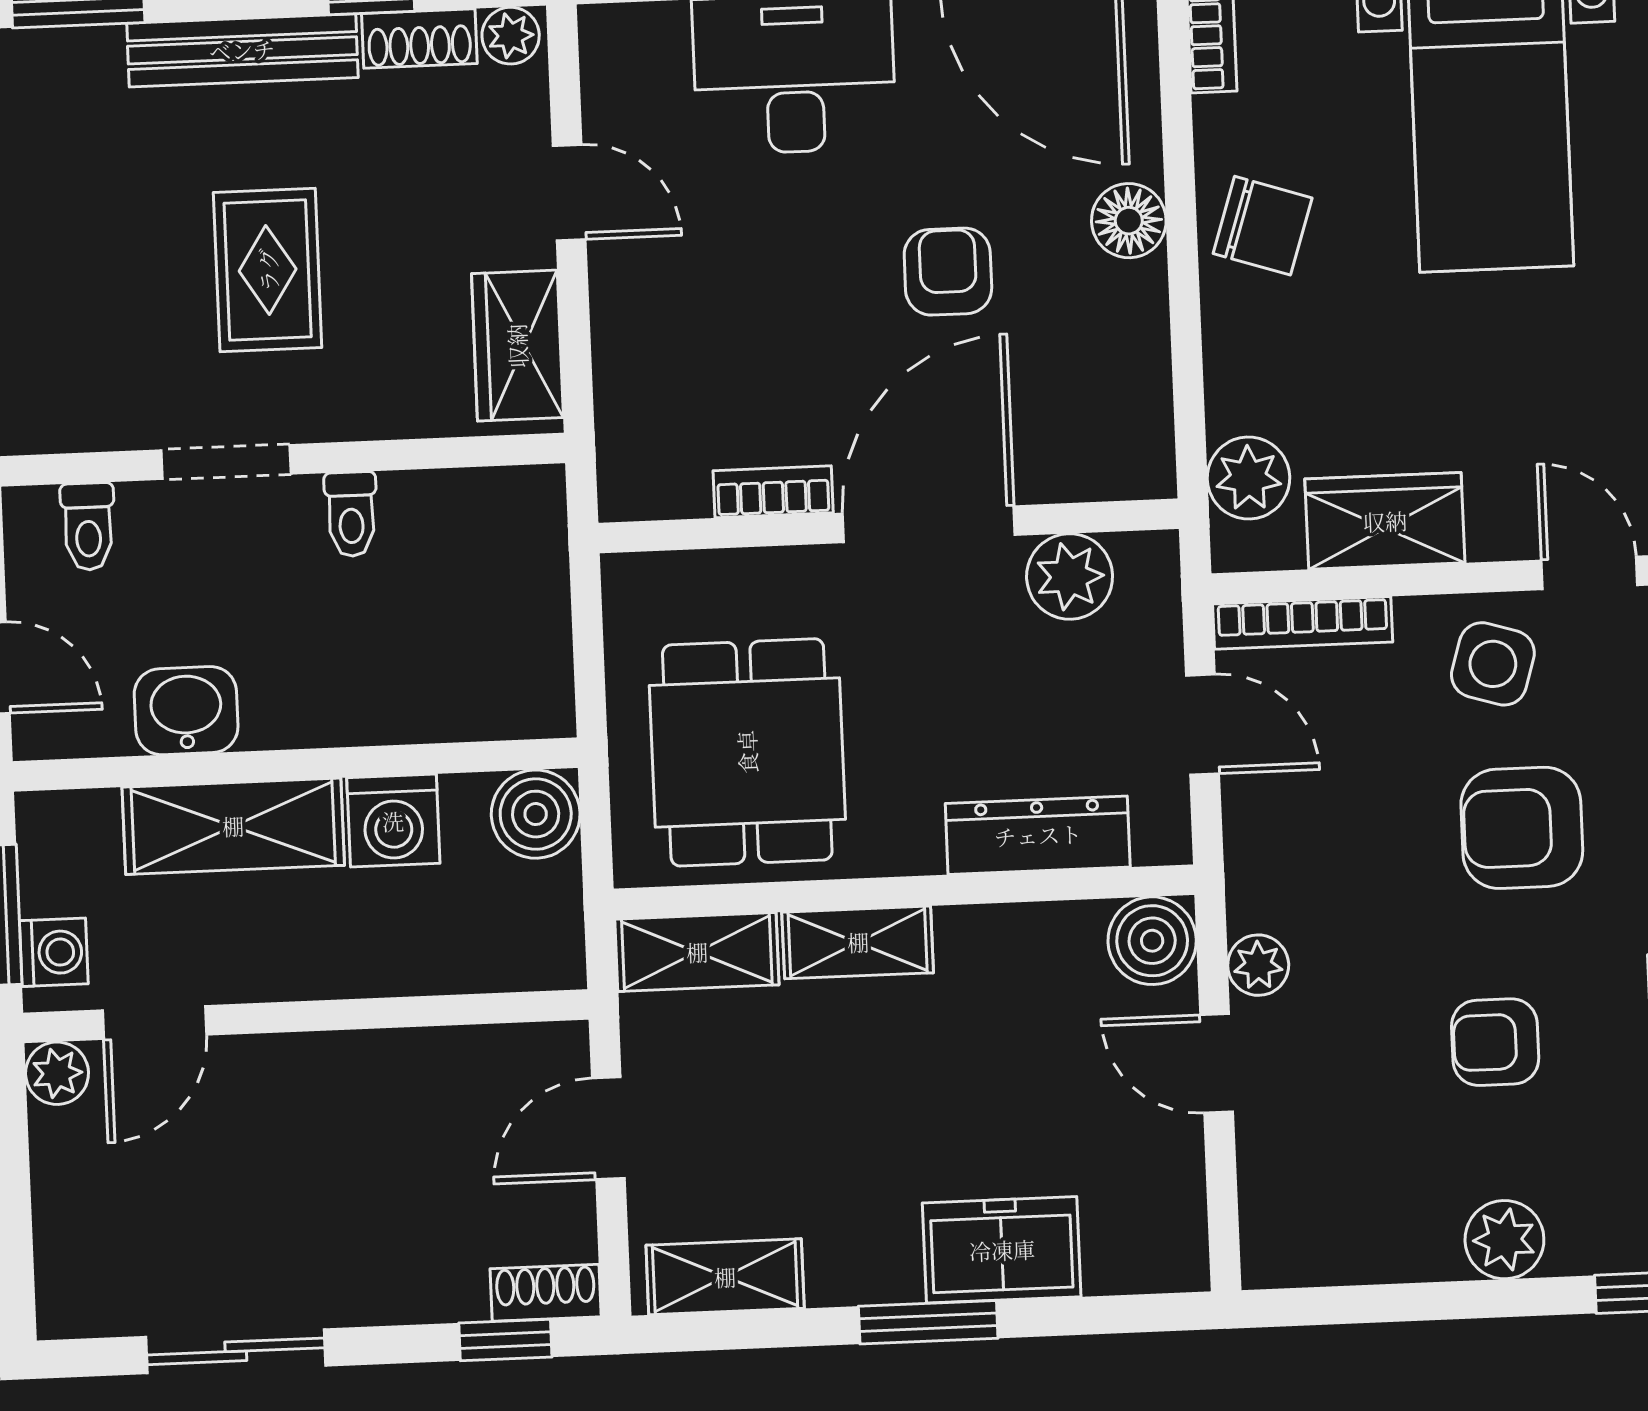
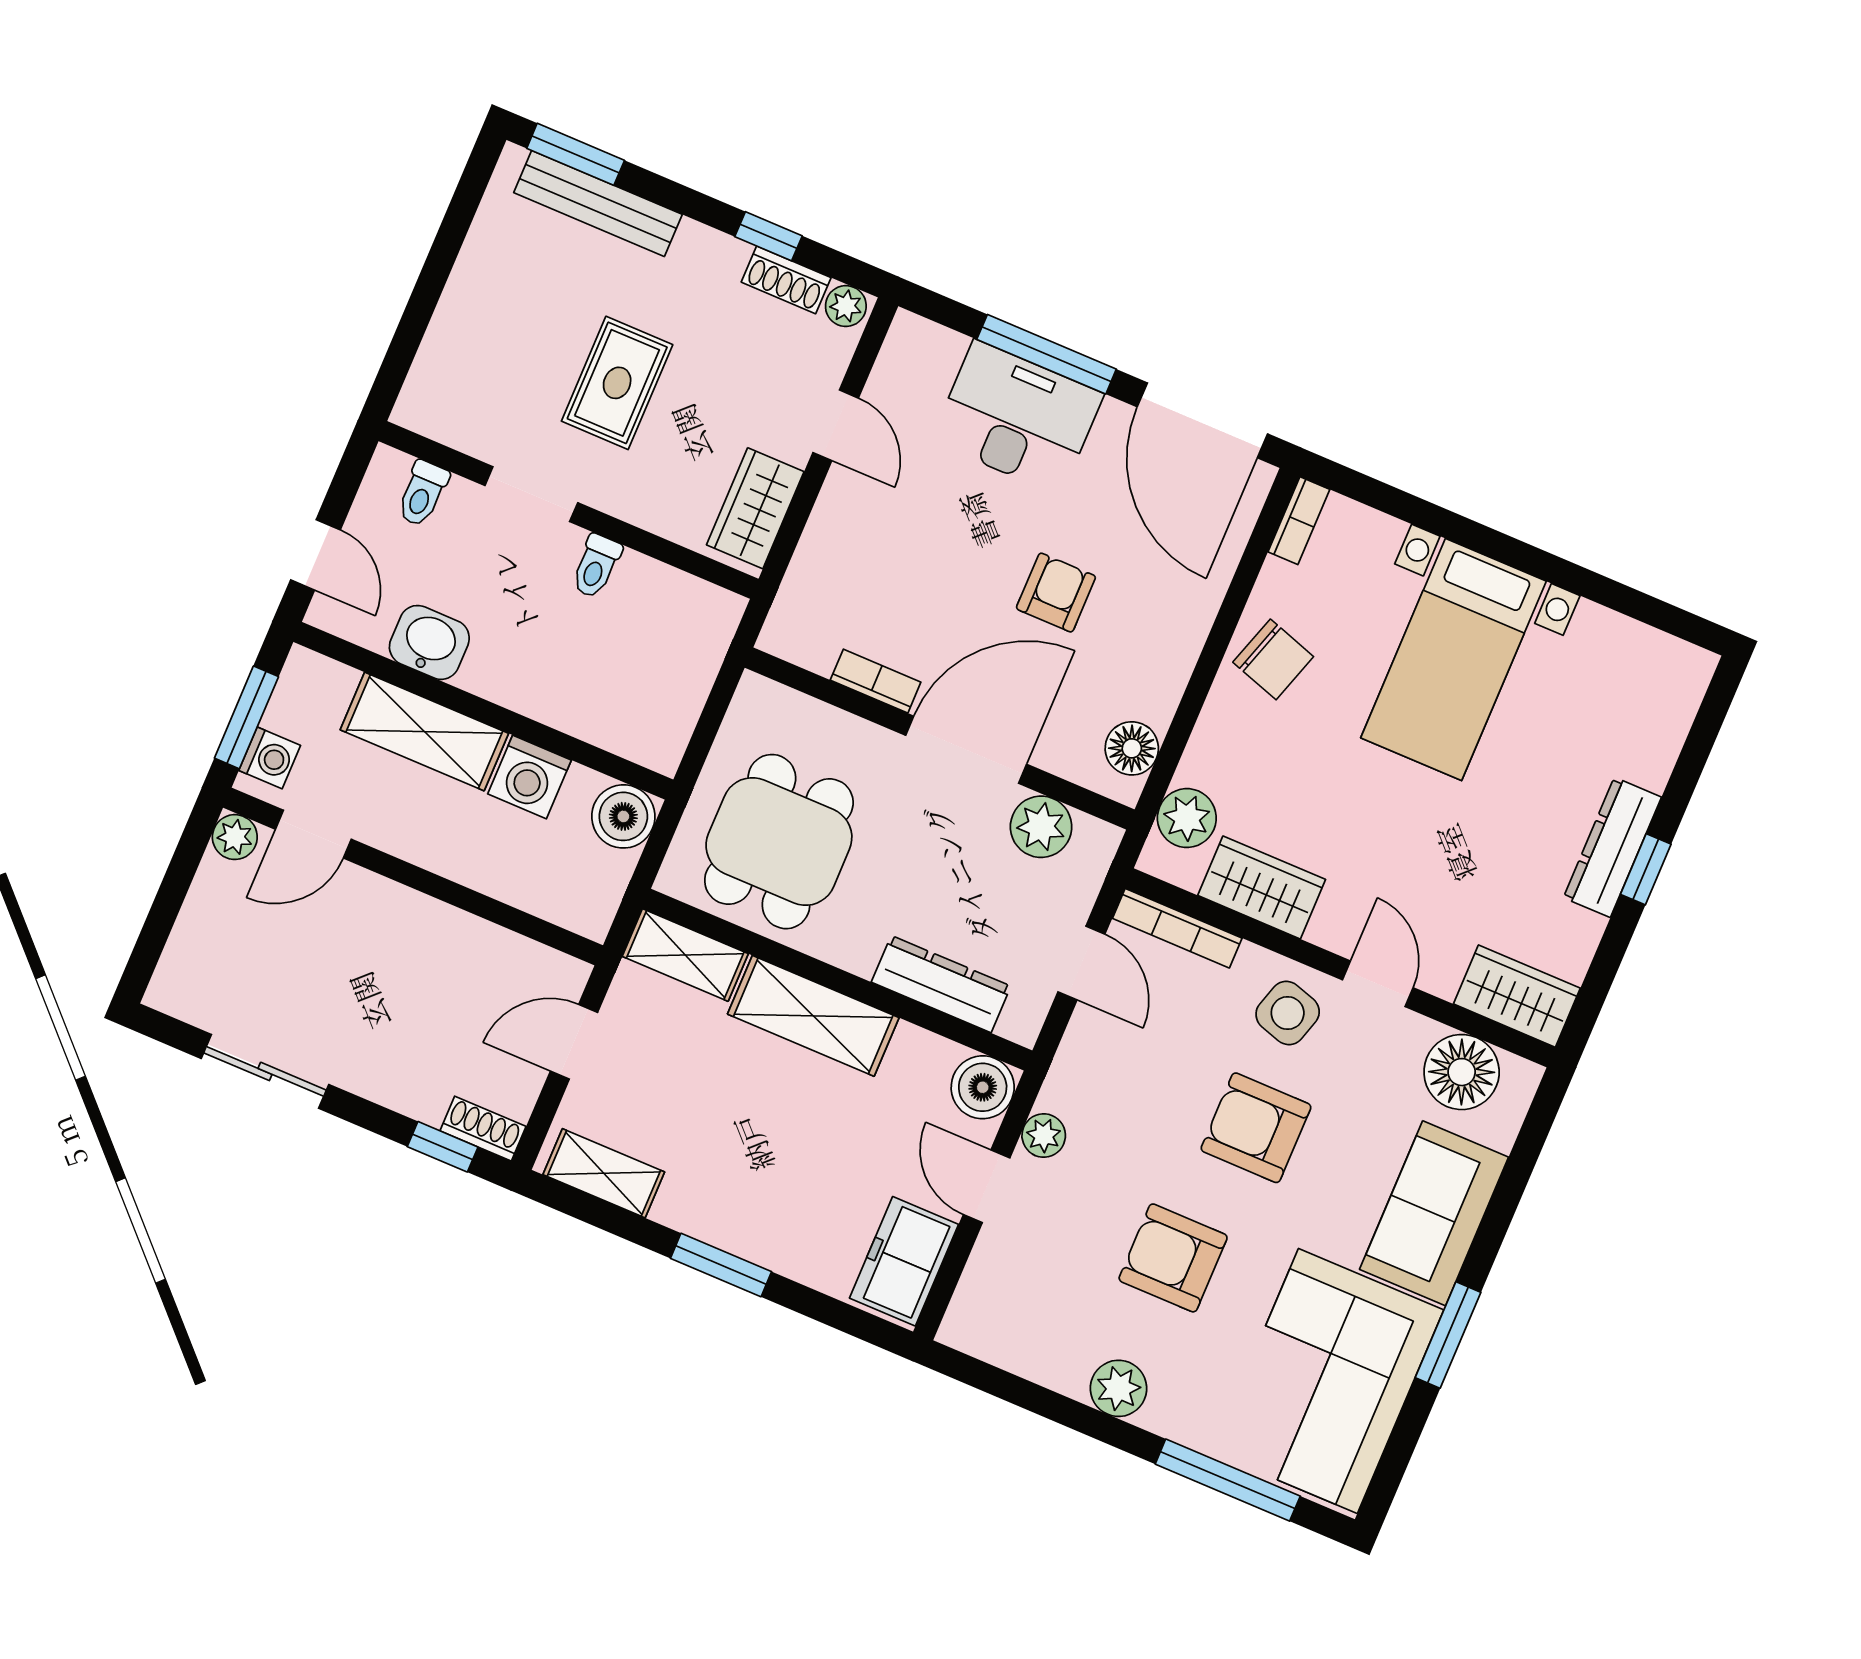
bench: (242, 50) -> (598, 204), moved
floor lamp: (1129, 221) -> (1132, 748), moved
shelving: (858, 942) -> (813, 1016), width x1.50, depth x1.33
armchair: (1495, 1042) -> (1173, 1258), width x1.38, depth x1.38
freezer: (1002, 1250) -> (904, 1261), moved, turned -90

